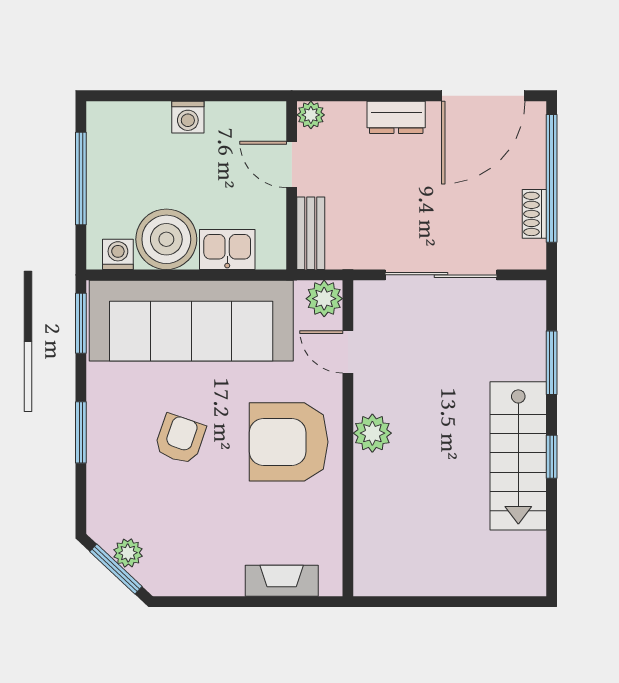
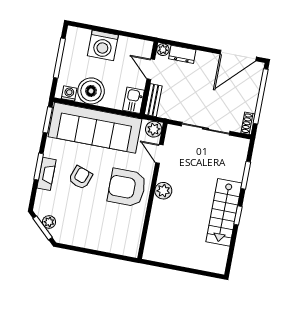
washing machine: (188, 117) -> (103, 45), width x1.89, depth x1.89
dresser: (396, 117) -> (182, 54), moved
shoe rack: (534, 214) -> (248, 123), moved
kitchen sink: (227, 250) -> (134, 100), moved, turned -90
fireplace: (282, 581) -> (47, 174), moved, turned 90

